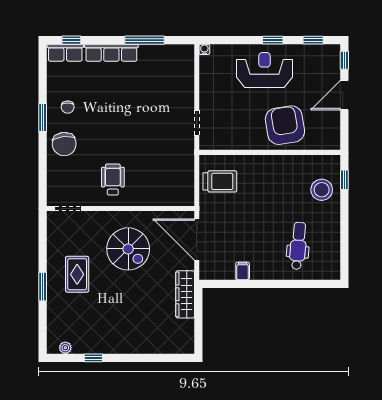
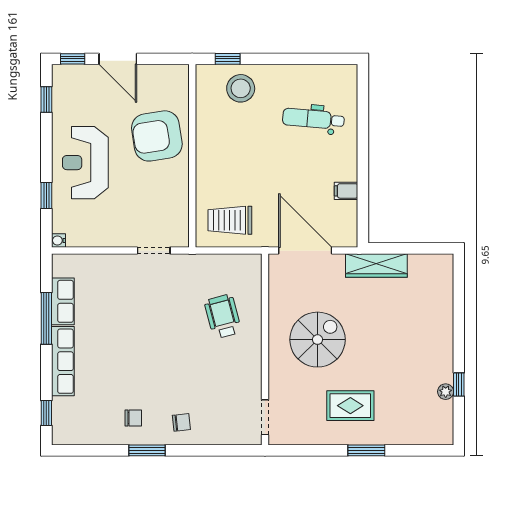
window: (273, 40) -> (46, 196), moved
row of seats: (65, 53) -> (63, 301), moved
chair: (64, 144) -> (181, 422), width x0.54, depth x0.54
wheelchair: (113, 180) -> (223, 316), moved, turned 75
trolley: (220, 181) -> (230, 220), turned -90
door: (197, 239) -> (305, 251), swing flipped
plant: (65, 348) -> (446, 392), moved

